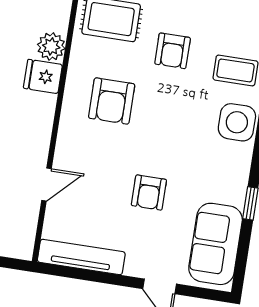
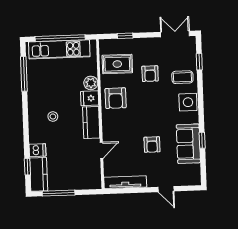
armchair: (112, 101) -> (116, 98), moved
kitchen counter: (37, 125) -> (91, 122), added
sofa: (216, 244) -> (188, 144), moved

